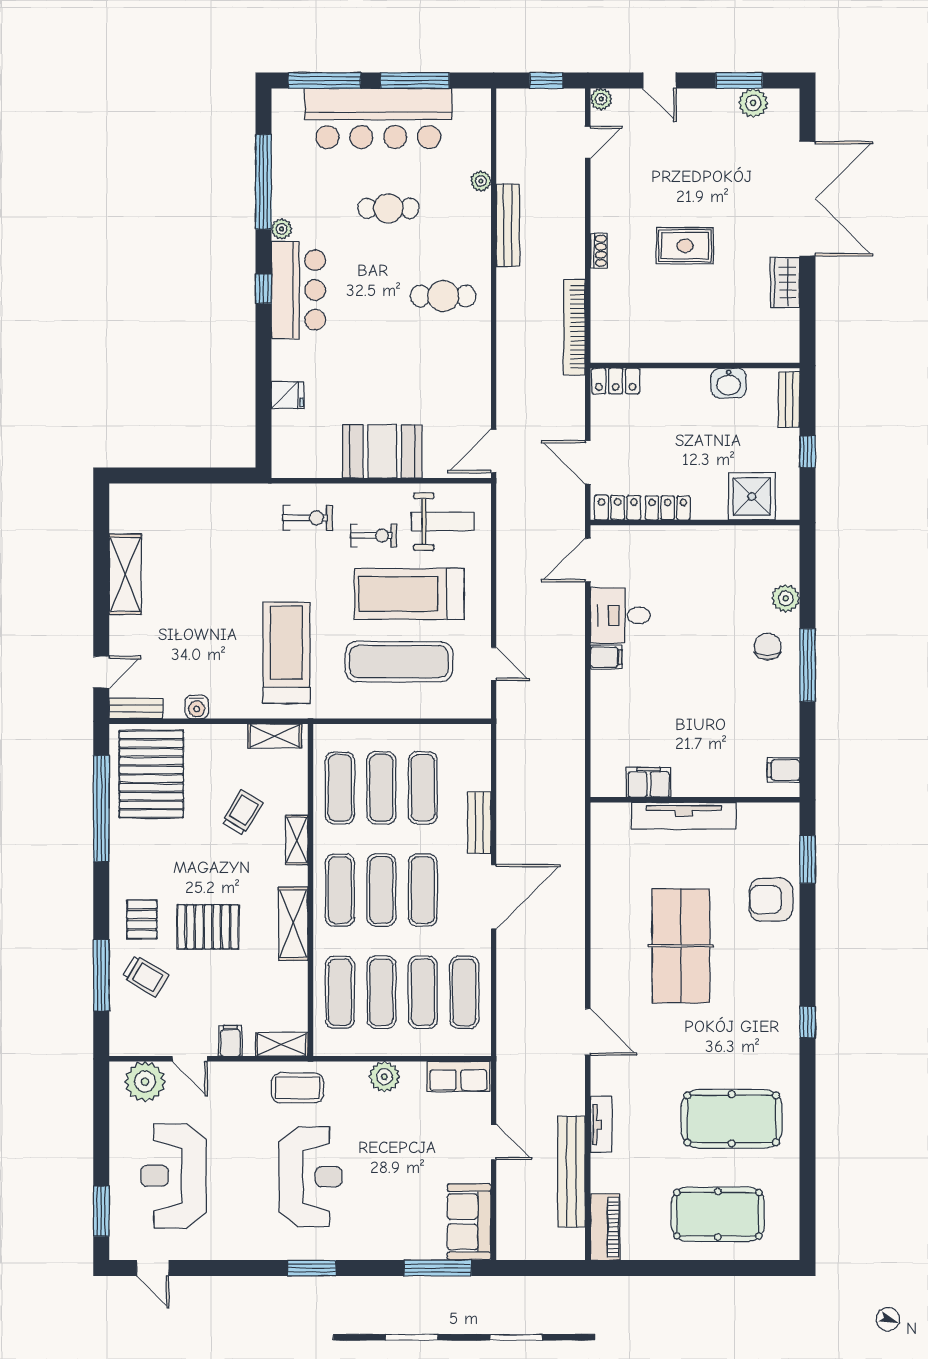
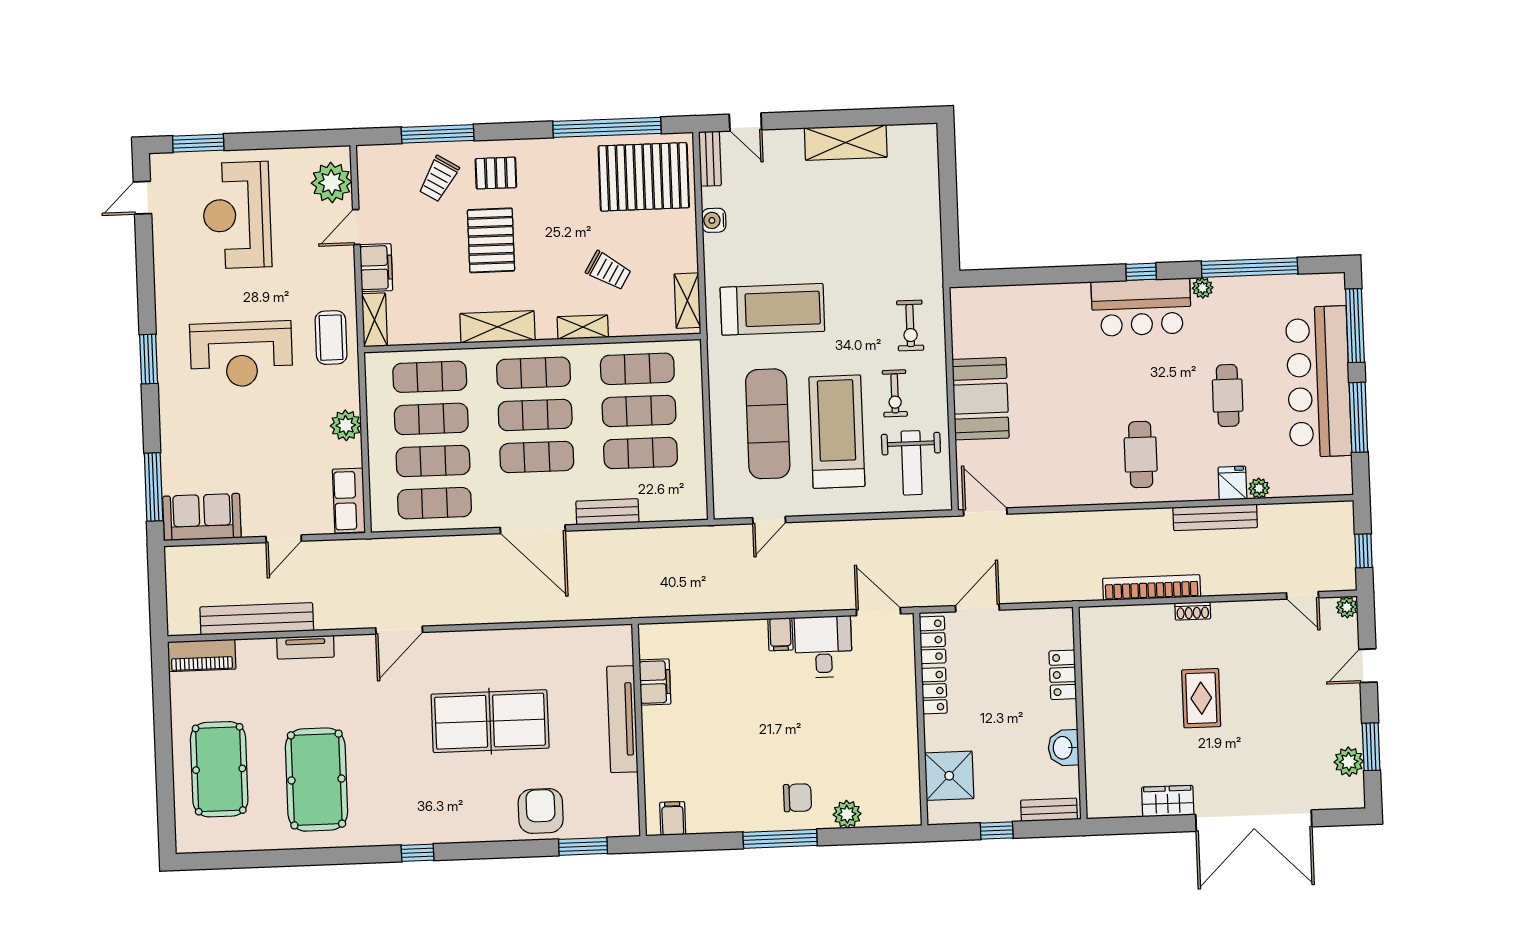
bookcase: (574, 327) -> (1152, 587), moved
locker: (616, 381) -> (1063, 675), moved
fridge: (288, 395) -> (1232, 483), moved, turned 180
filing cabinet: (230, 1041) -> (376, 268), width x2.00
reception desk: (174, 1176) -> (237, 215), turned -90

